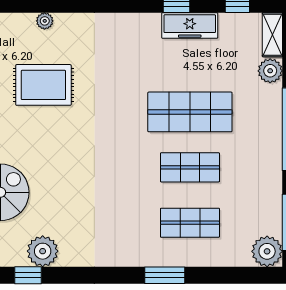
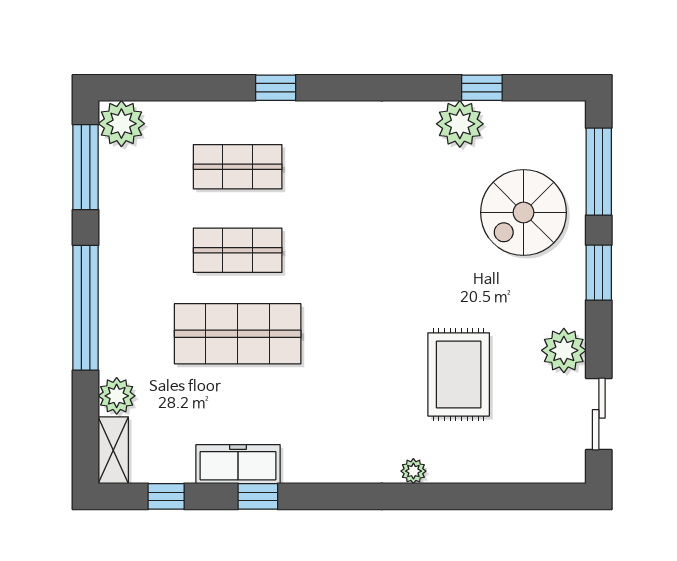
plant: (45, 21) -> (413, 471), moved
rug: (43, 85) -> (459, 374), turned 90
window: (165, 275) -> (276, 88), width x0.67

